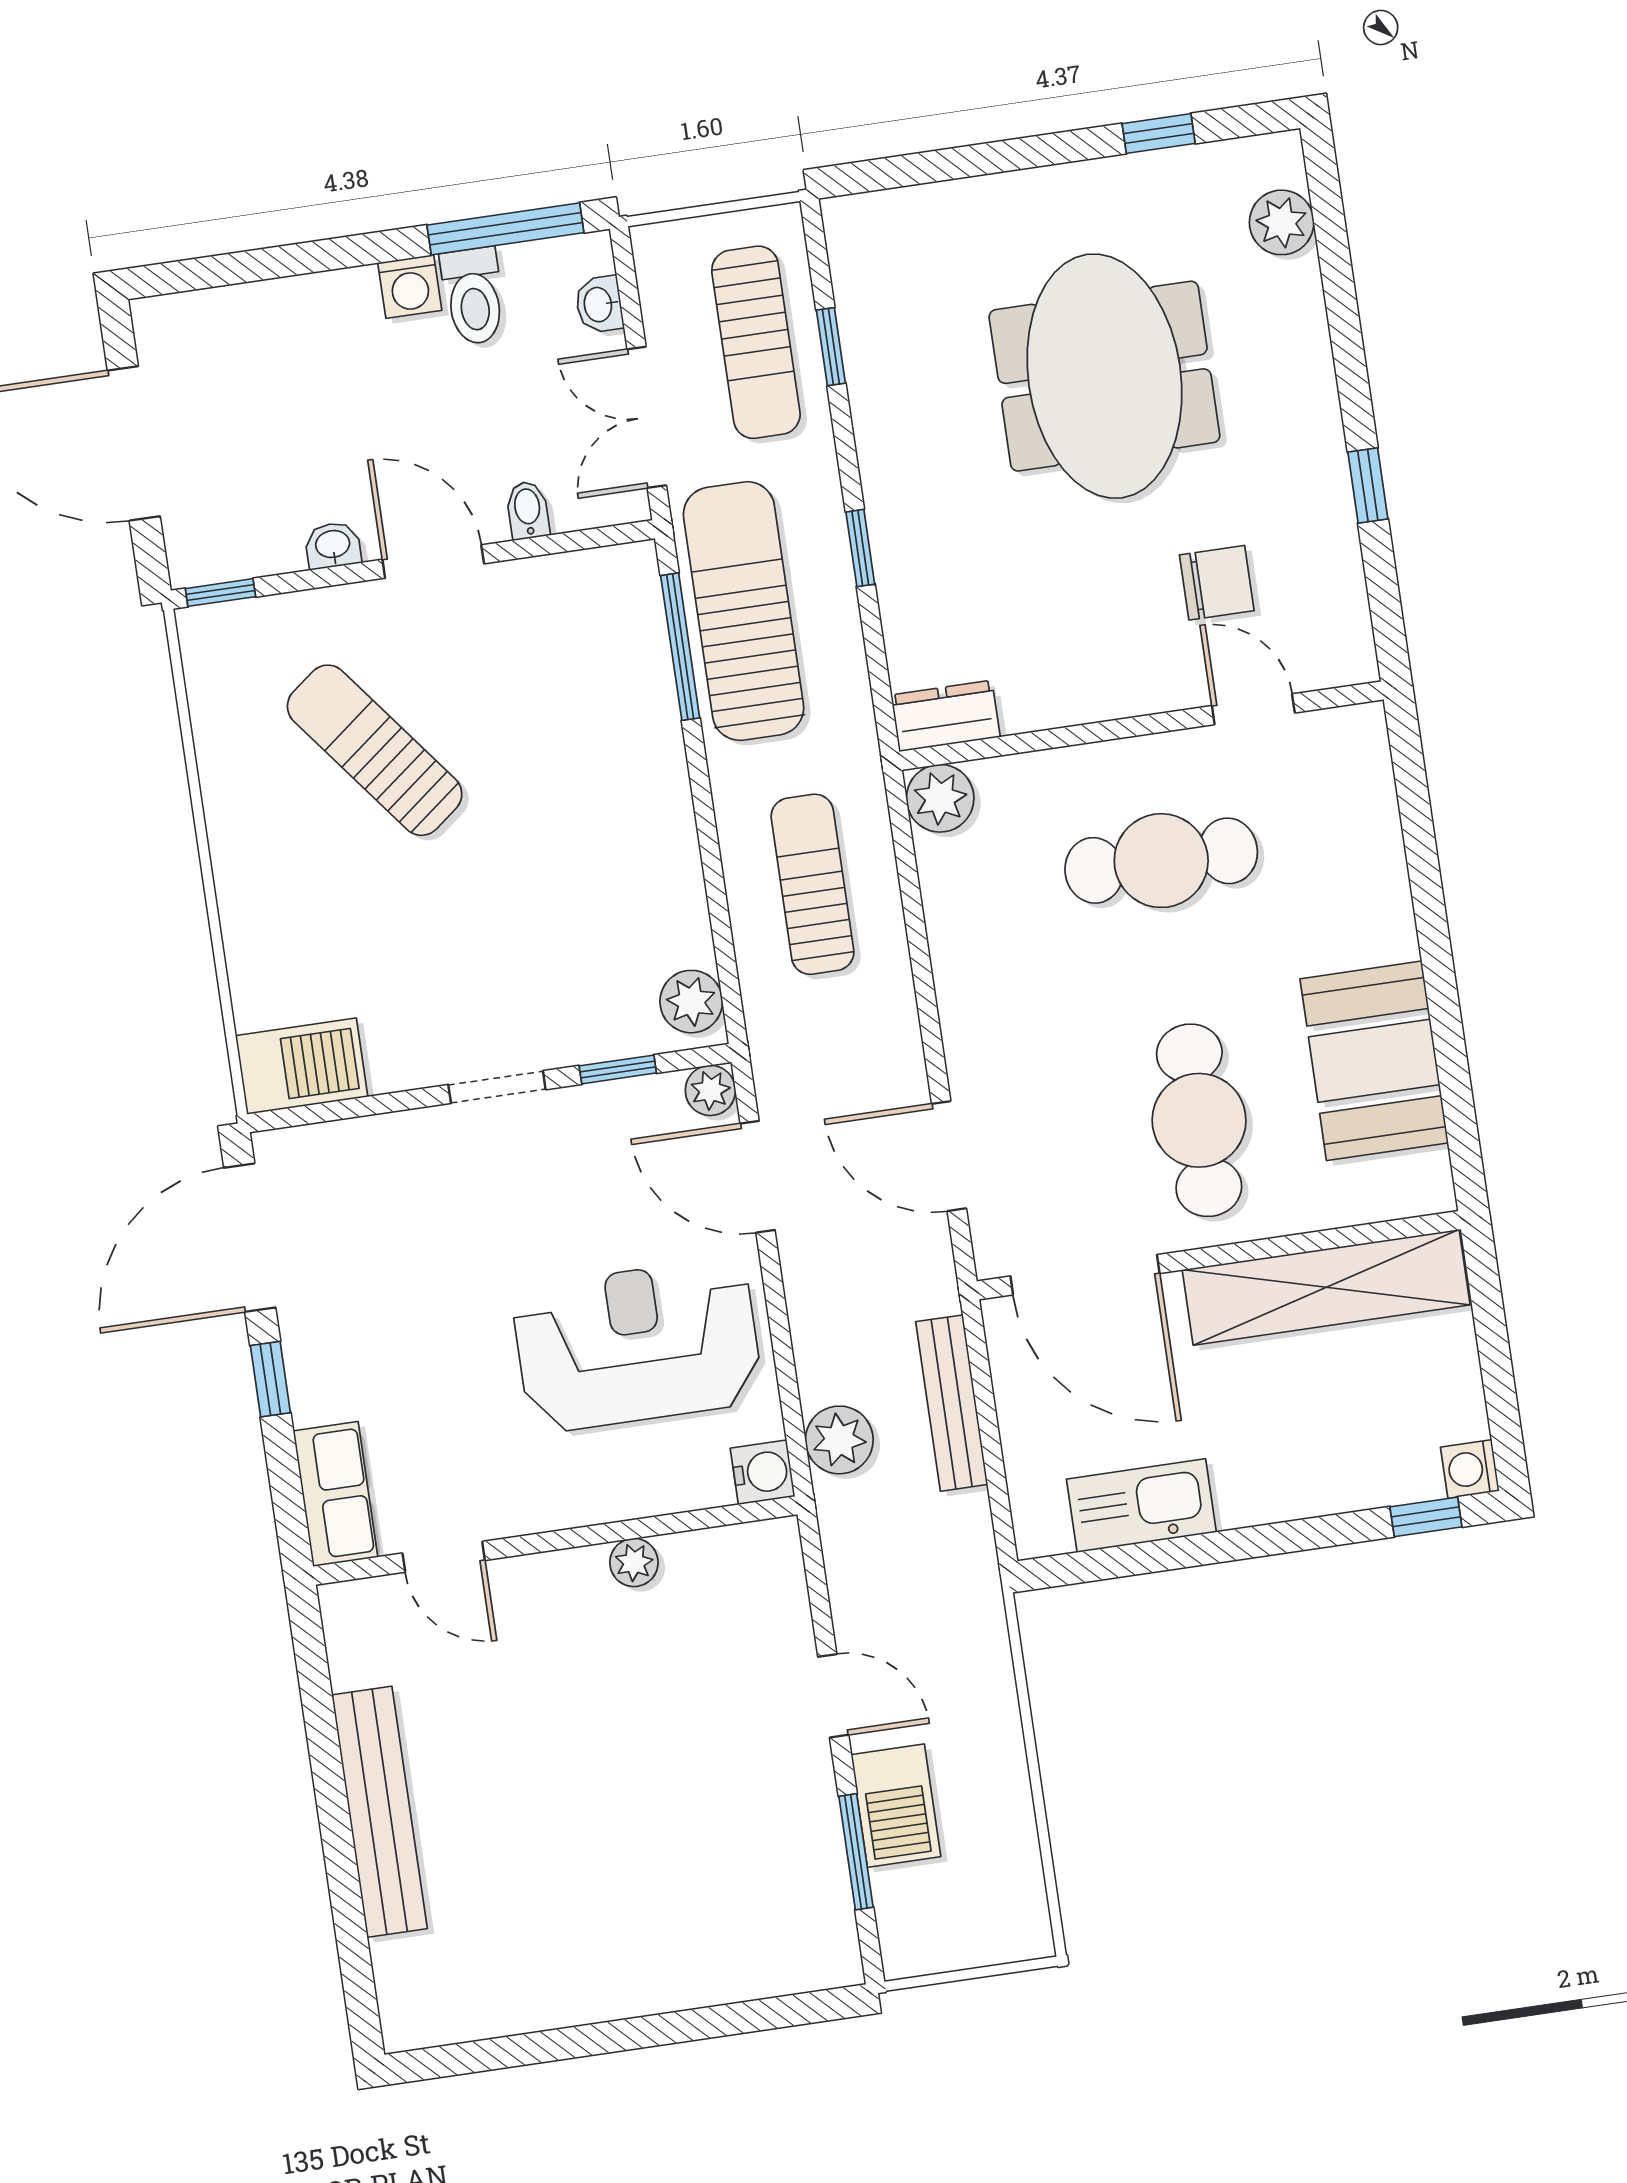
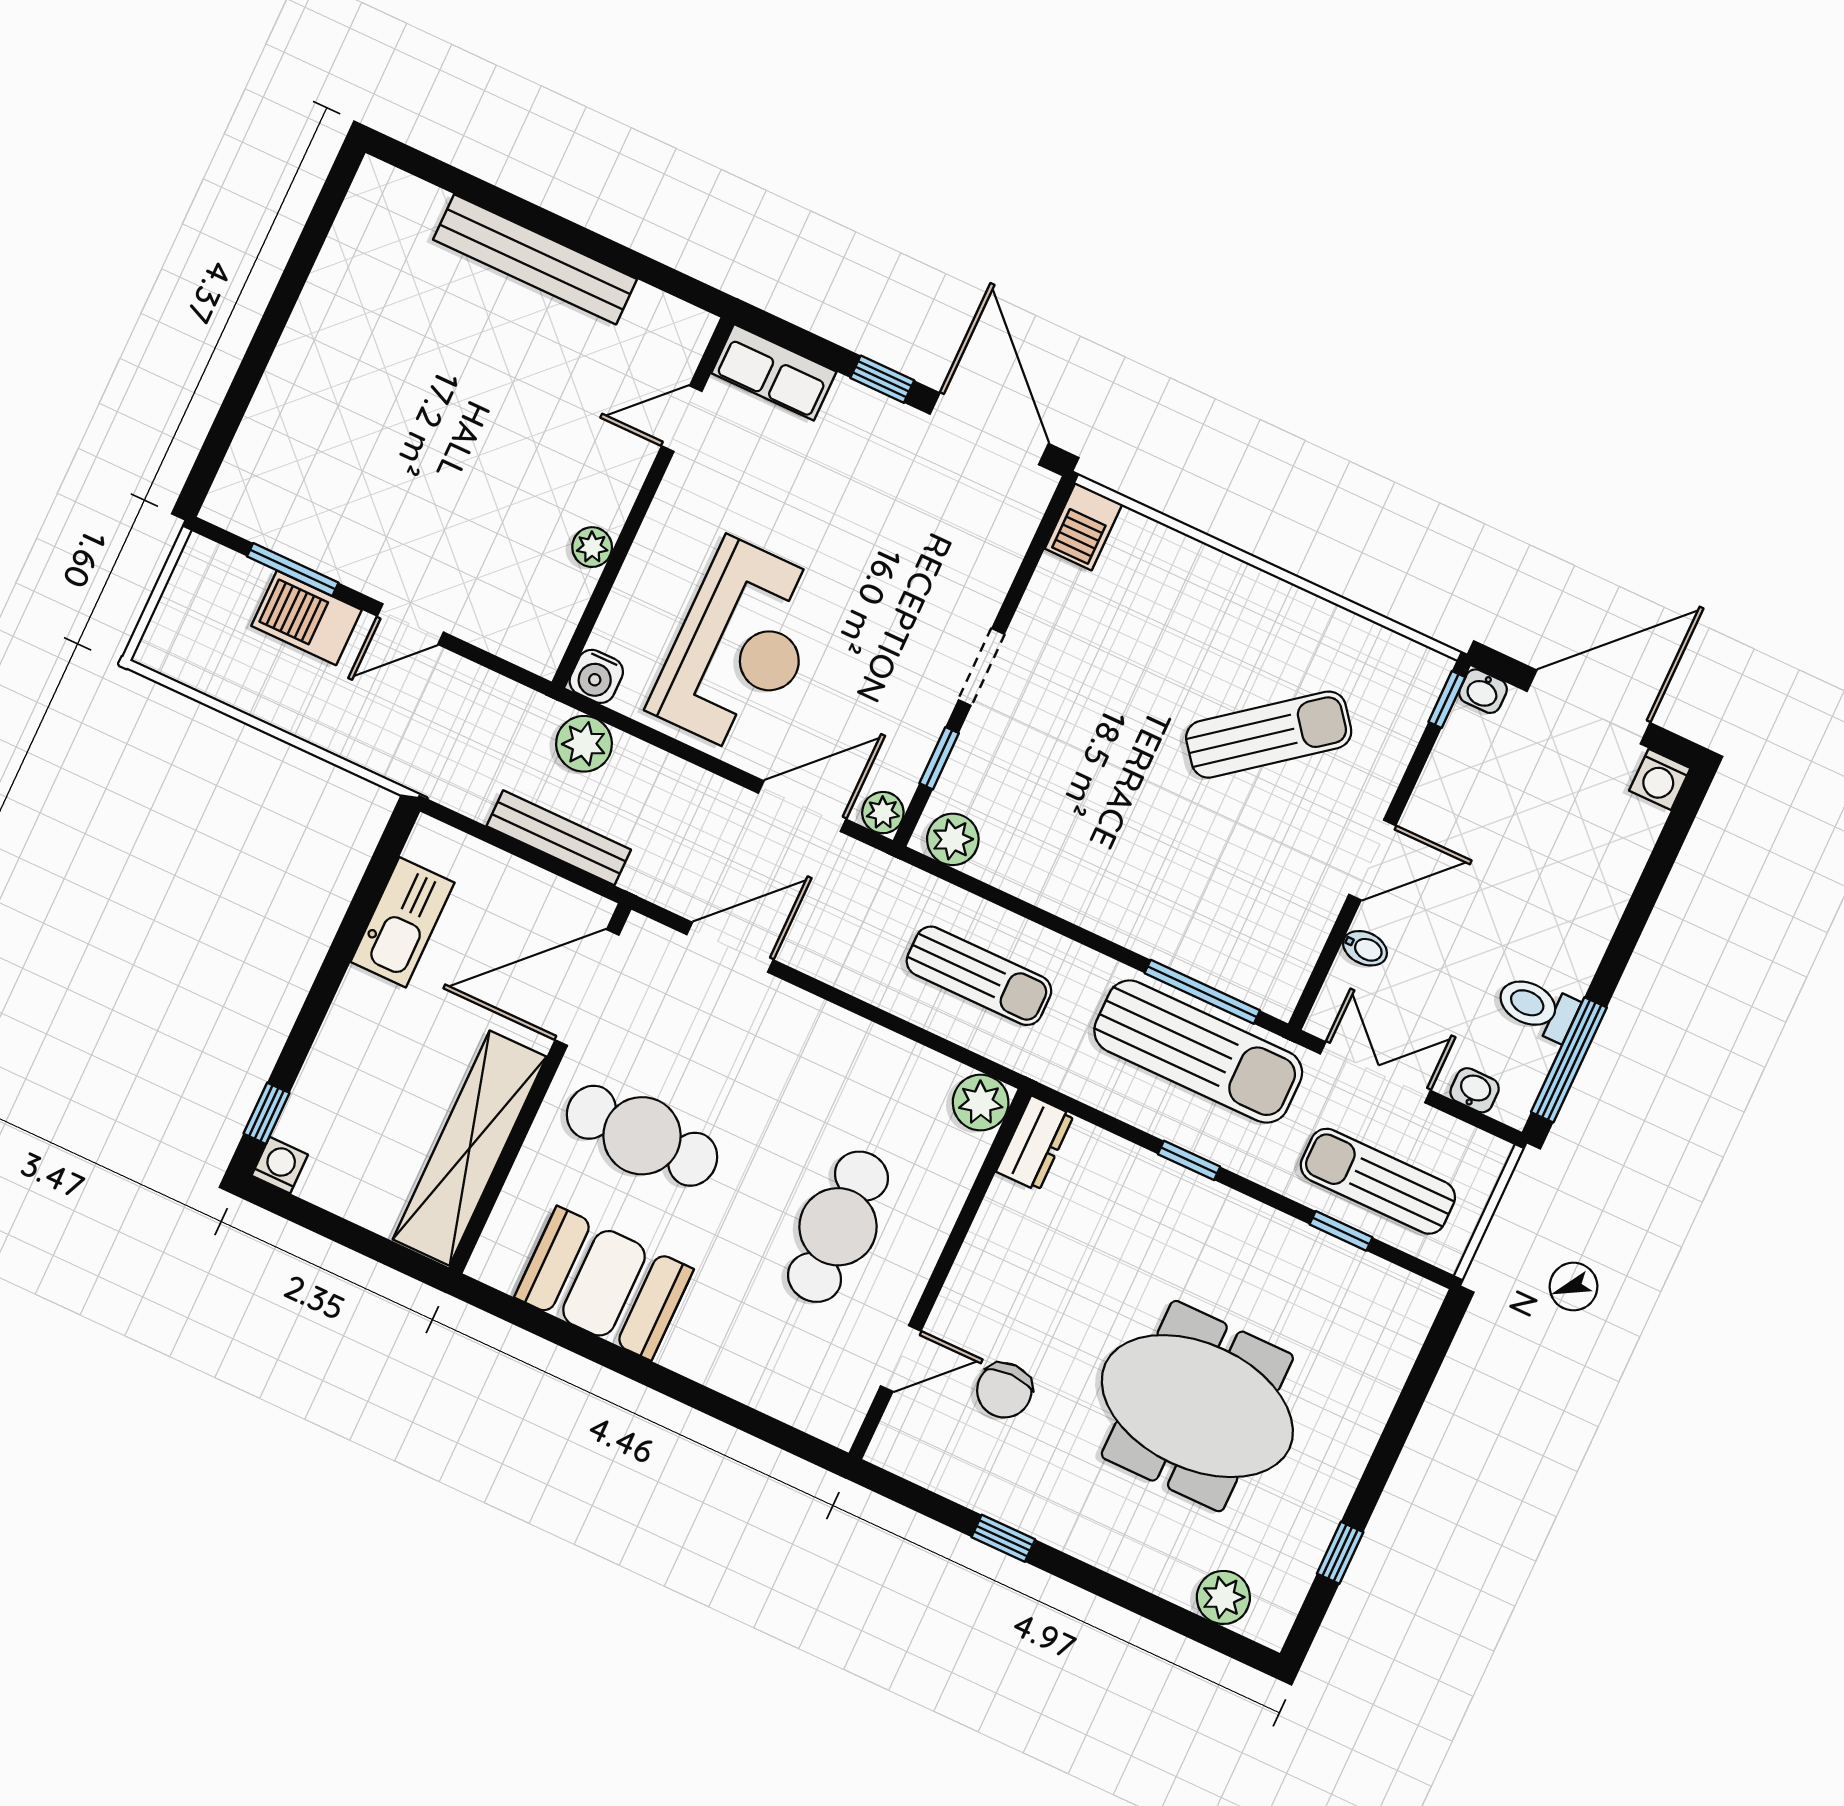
washing machine: (410, 286) -> (1660, 779), moved, turned -90
washbasin: (333, 545) -> (1483, 691), moved, turned 90
barbecue: (302, 1066) -> (1083, 526), width x0.73, depth x0.79

